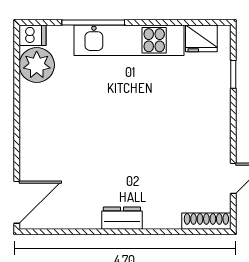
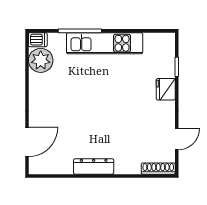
fridge: (201, 38) -> (166, 89), moved, turned 90
door: (17, 202) -> (27, 142), moved
dresser: (122, 218) -> (94, 166), width x1.44

